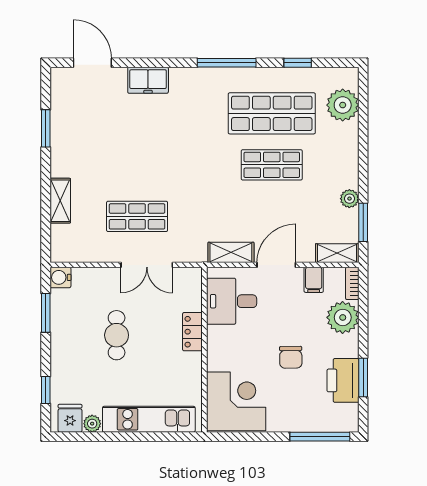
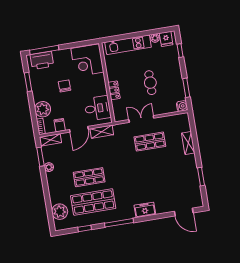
freezer: (148, 80) -> (145, 210), moved
printer: (343, 380) -> (42, 60), moved, turned 90

